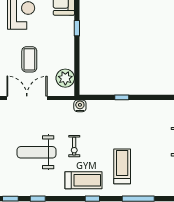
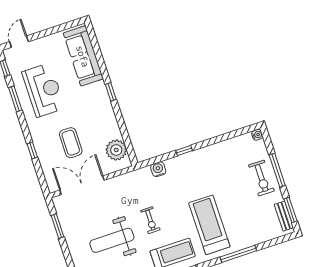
water cooler: (80, 106) -> (158, 169), moved
treadmill: (122, 166) -> (209, 225), width x1.37, depth x1.38

